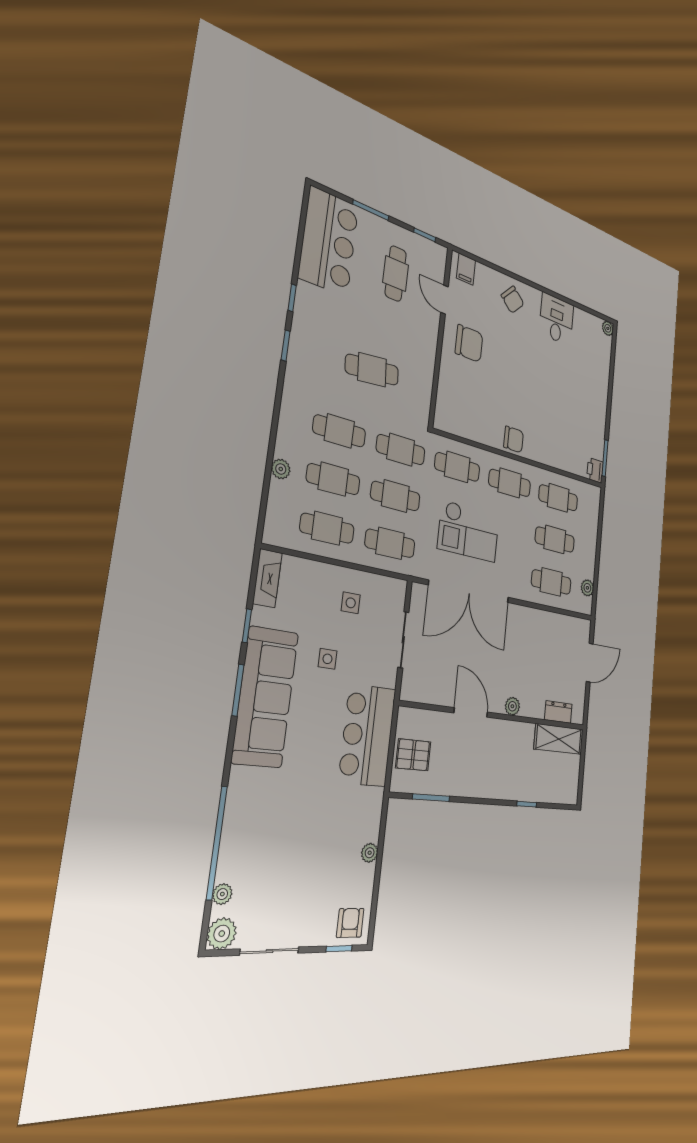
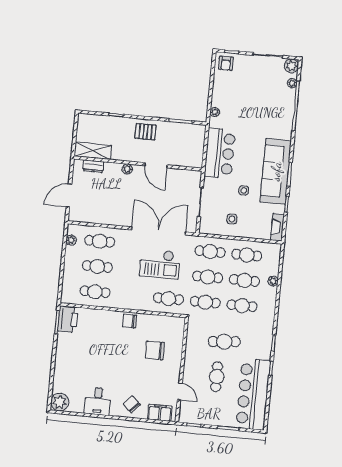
bar counter: (329, 241) -> (253, 394), width x1.36
filing cabinet: (466, 269) -> (160, 413), width x2.00
cafe table: (396, 274) -> (217, 377), moved
plant: (608, 328) -> (60, 402), width x1.87, depth x1.87
chair: (469, 343) -> (155, 350), moved
printer: (595, 470) -> (68, 319), width x1.87, depth x1.48
cafe table: (510, 483) -> (132, 295), removed
checkout: (469, 531) -> (160, 264), turned 180
pallet: (413, 755) -> (145, 132), moved
plant: (370, 853) -> (215, 112), moved

